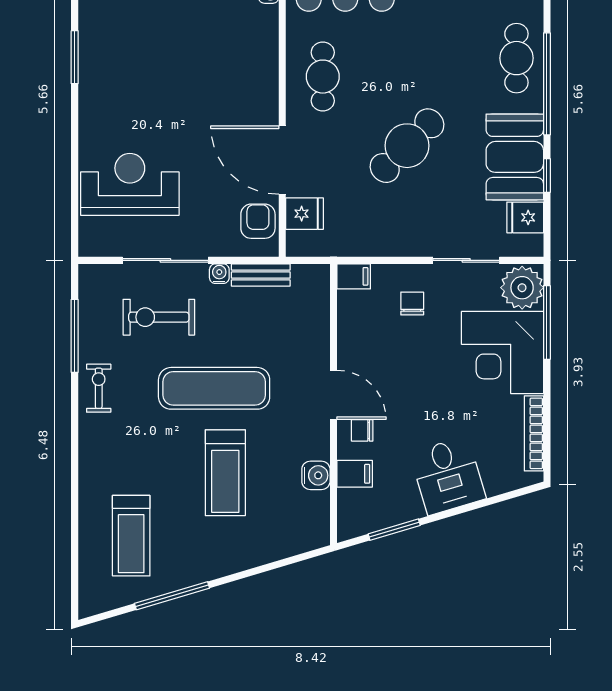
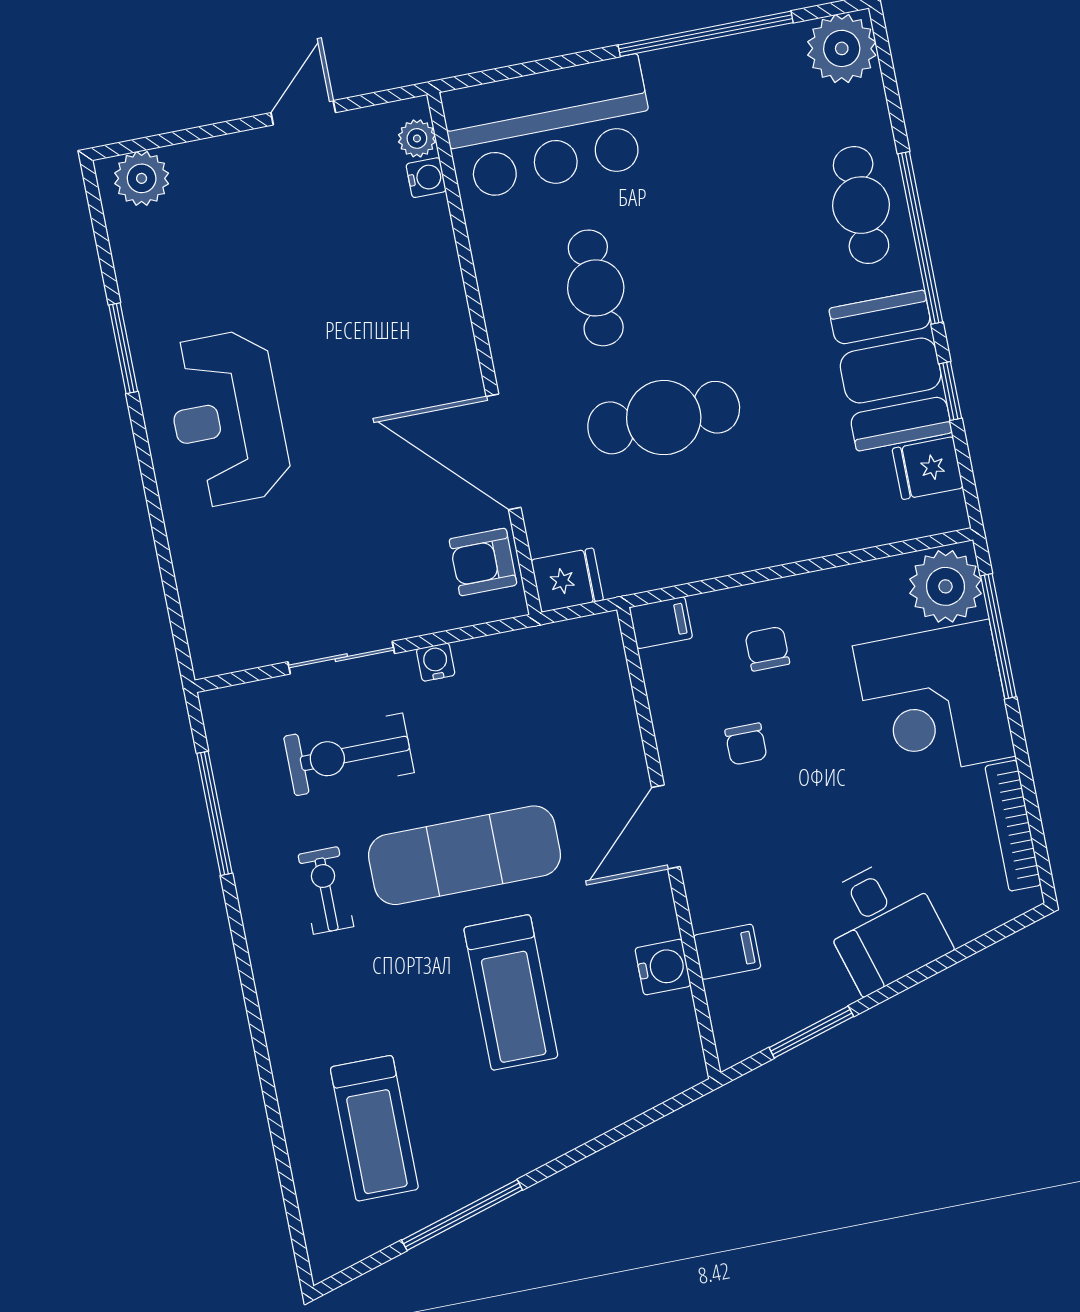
cafe table: (323, 77) -> (596, 288), moved
cafe table: (407, 146) -> (664, 418), moved, turned 45
reception desk: (130, 184) -> (227, 418), moved, turned -90
fridge: (305, 214) -> (567, 580), moved
armchair: (258, 221) -> (483, 562), turned -90
sliding door: (165, 260) -> (341, 658), width x0.73
sliding door: (466, 260) -> (843, 559), removed
bench: (261, 275) -> (505, 651), removed
exercise bike: (99, 388) -> (326, 890), moved
door: (334, 395) -> (666, 827), swing flipped
chair: (362, 430) -> (746, 744), moved, turned -90

